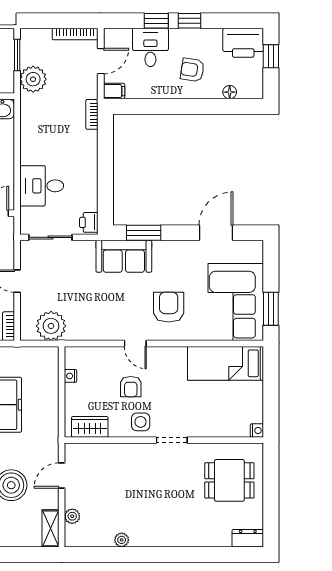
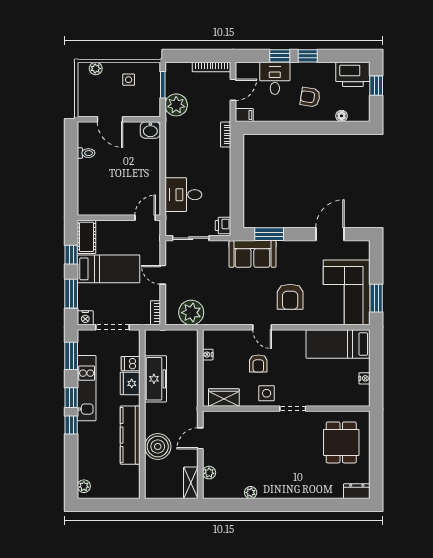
armchair: (169, 307) -> (290, 297), turned 180
nightstand: (257, 430) -> (364, 378), moved
dining table: (229, 480) -> (341, 442), turned 90

